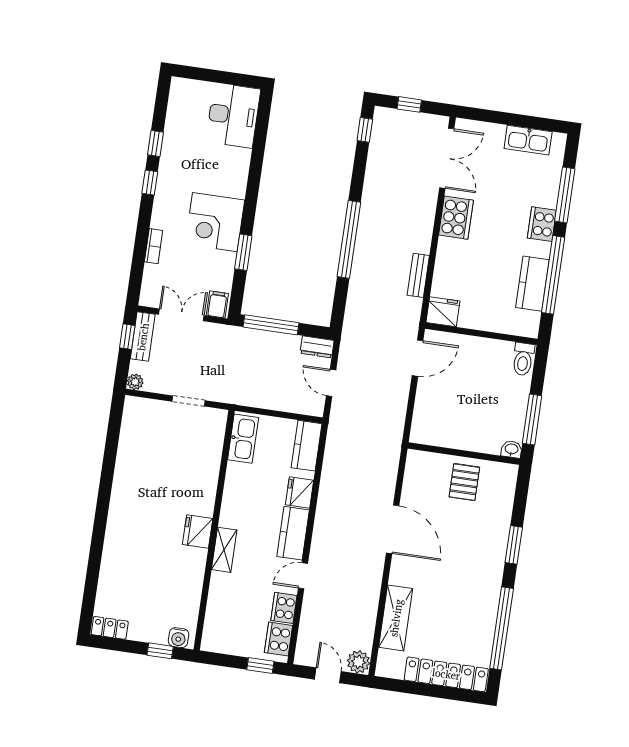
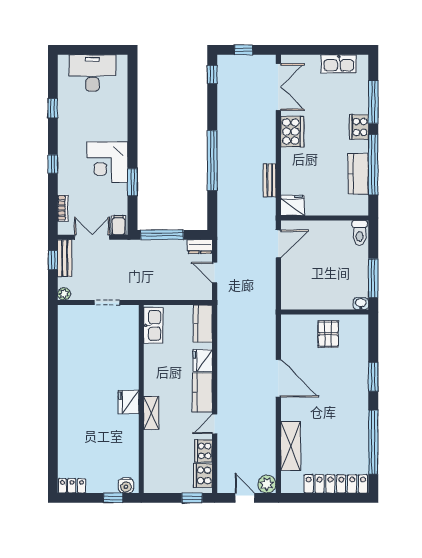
desk: (233, 115) -> (92, 73), moved, turned -90
window: (150, 183) -> (53, 164), moved
bookcase: (154, 246) -> (63, 208), moved

